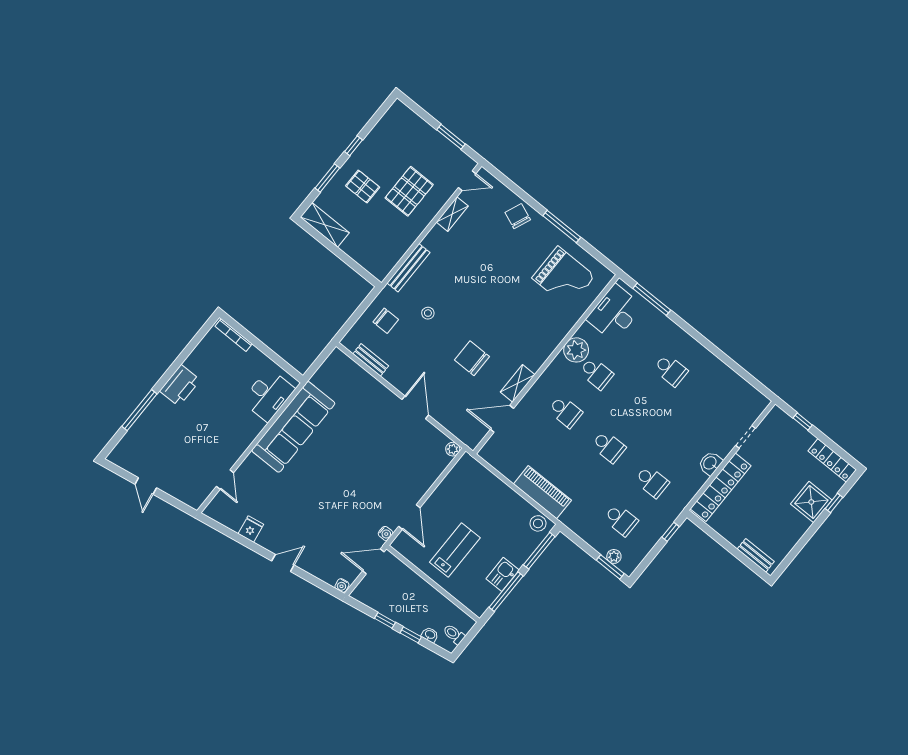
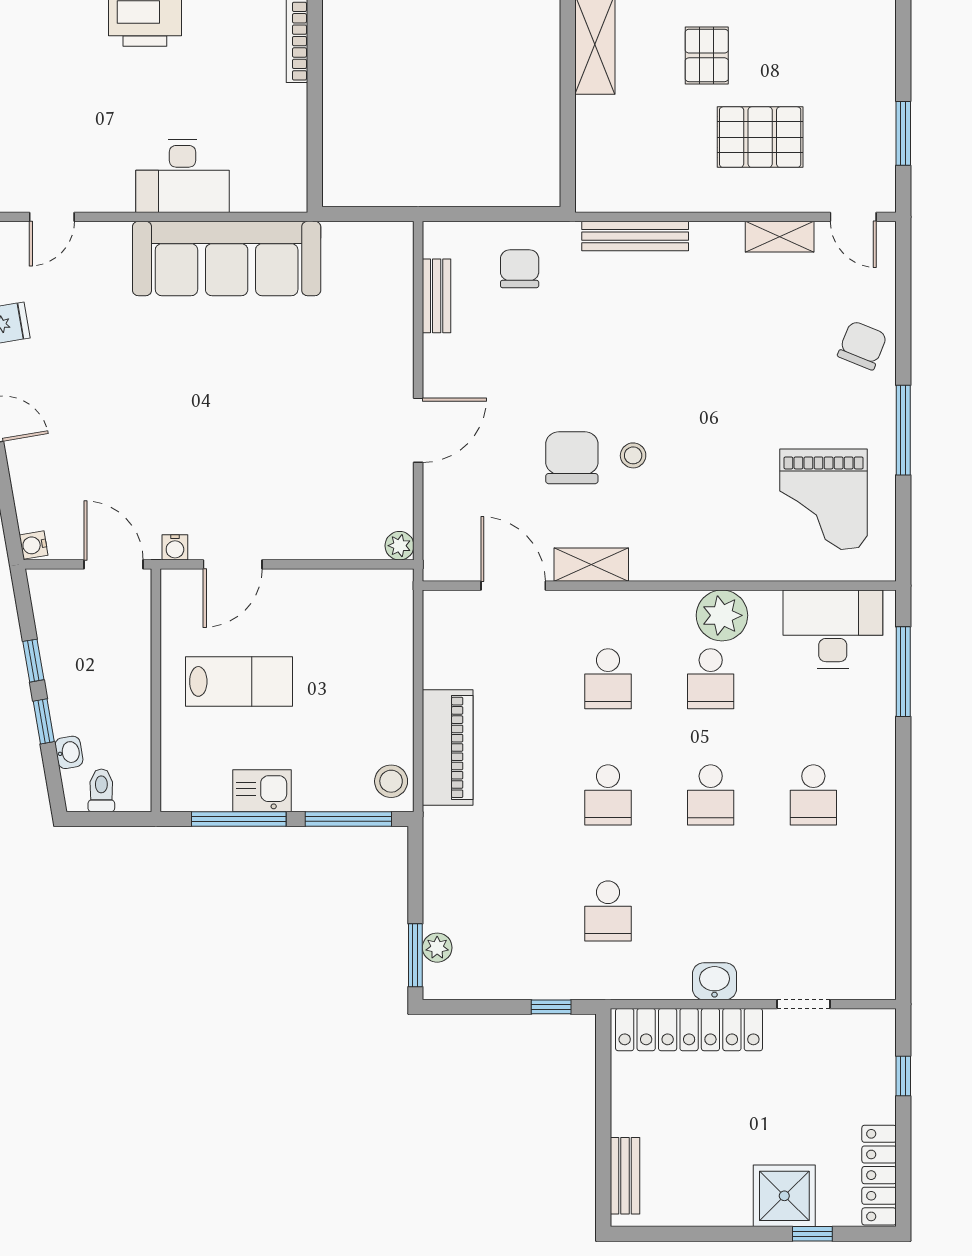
stool: (428, 313) -> (633, 455), moved
chair: (386, 321) -> (520, 269), turned 180
desk: (268, 395) -> (182, 176), moved
school desk: (621, 520) -> (711, 795), moved

